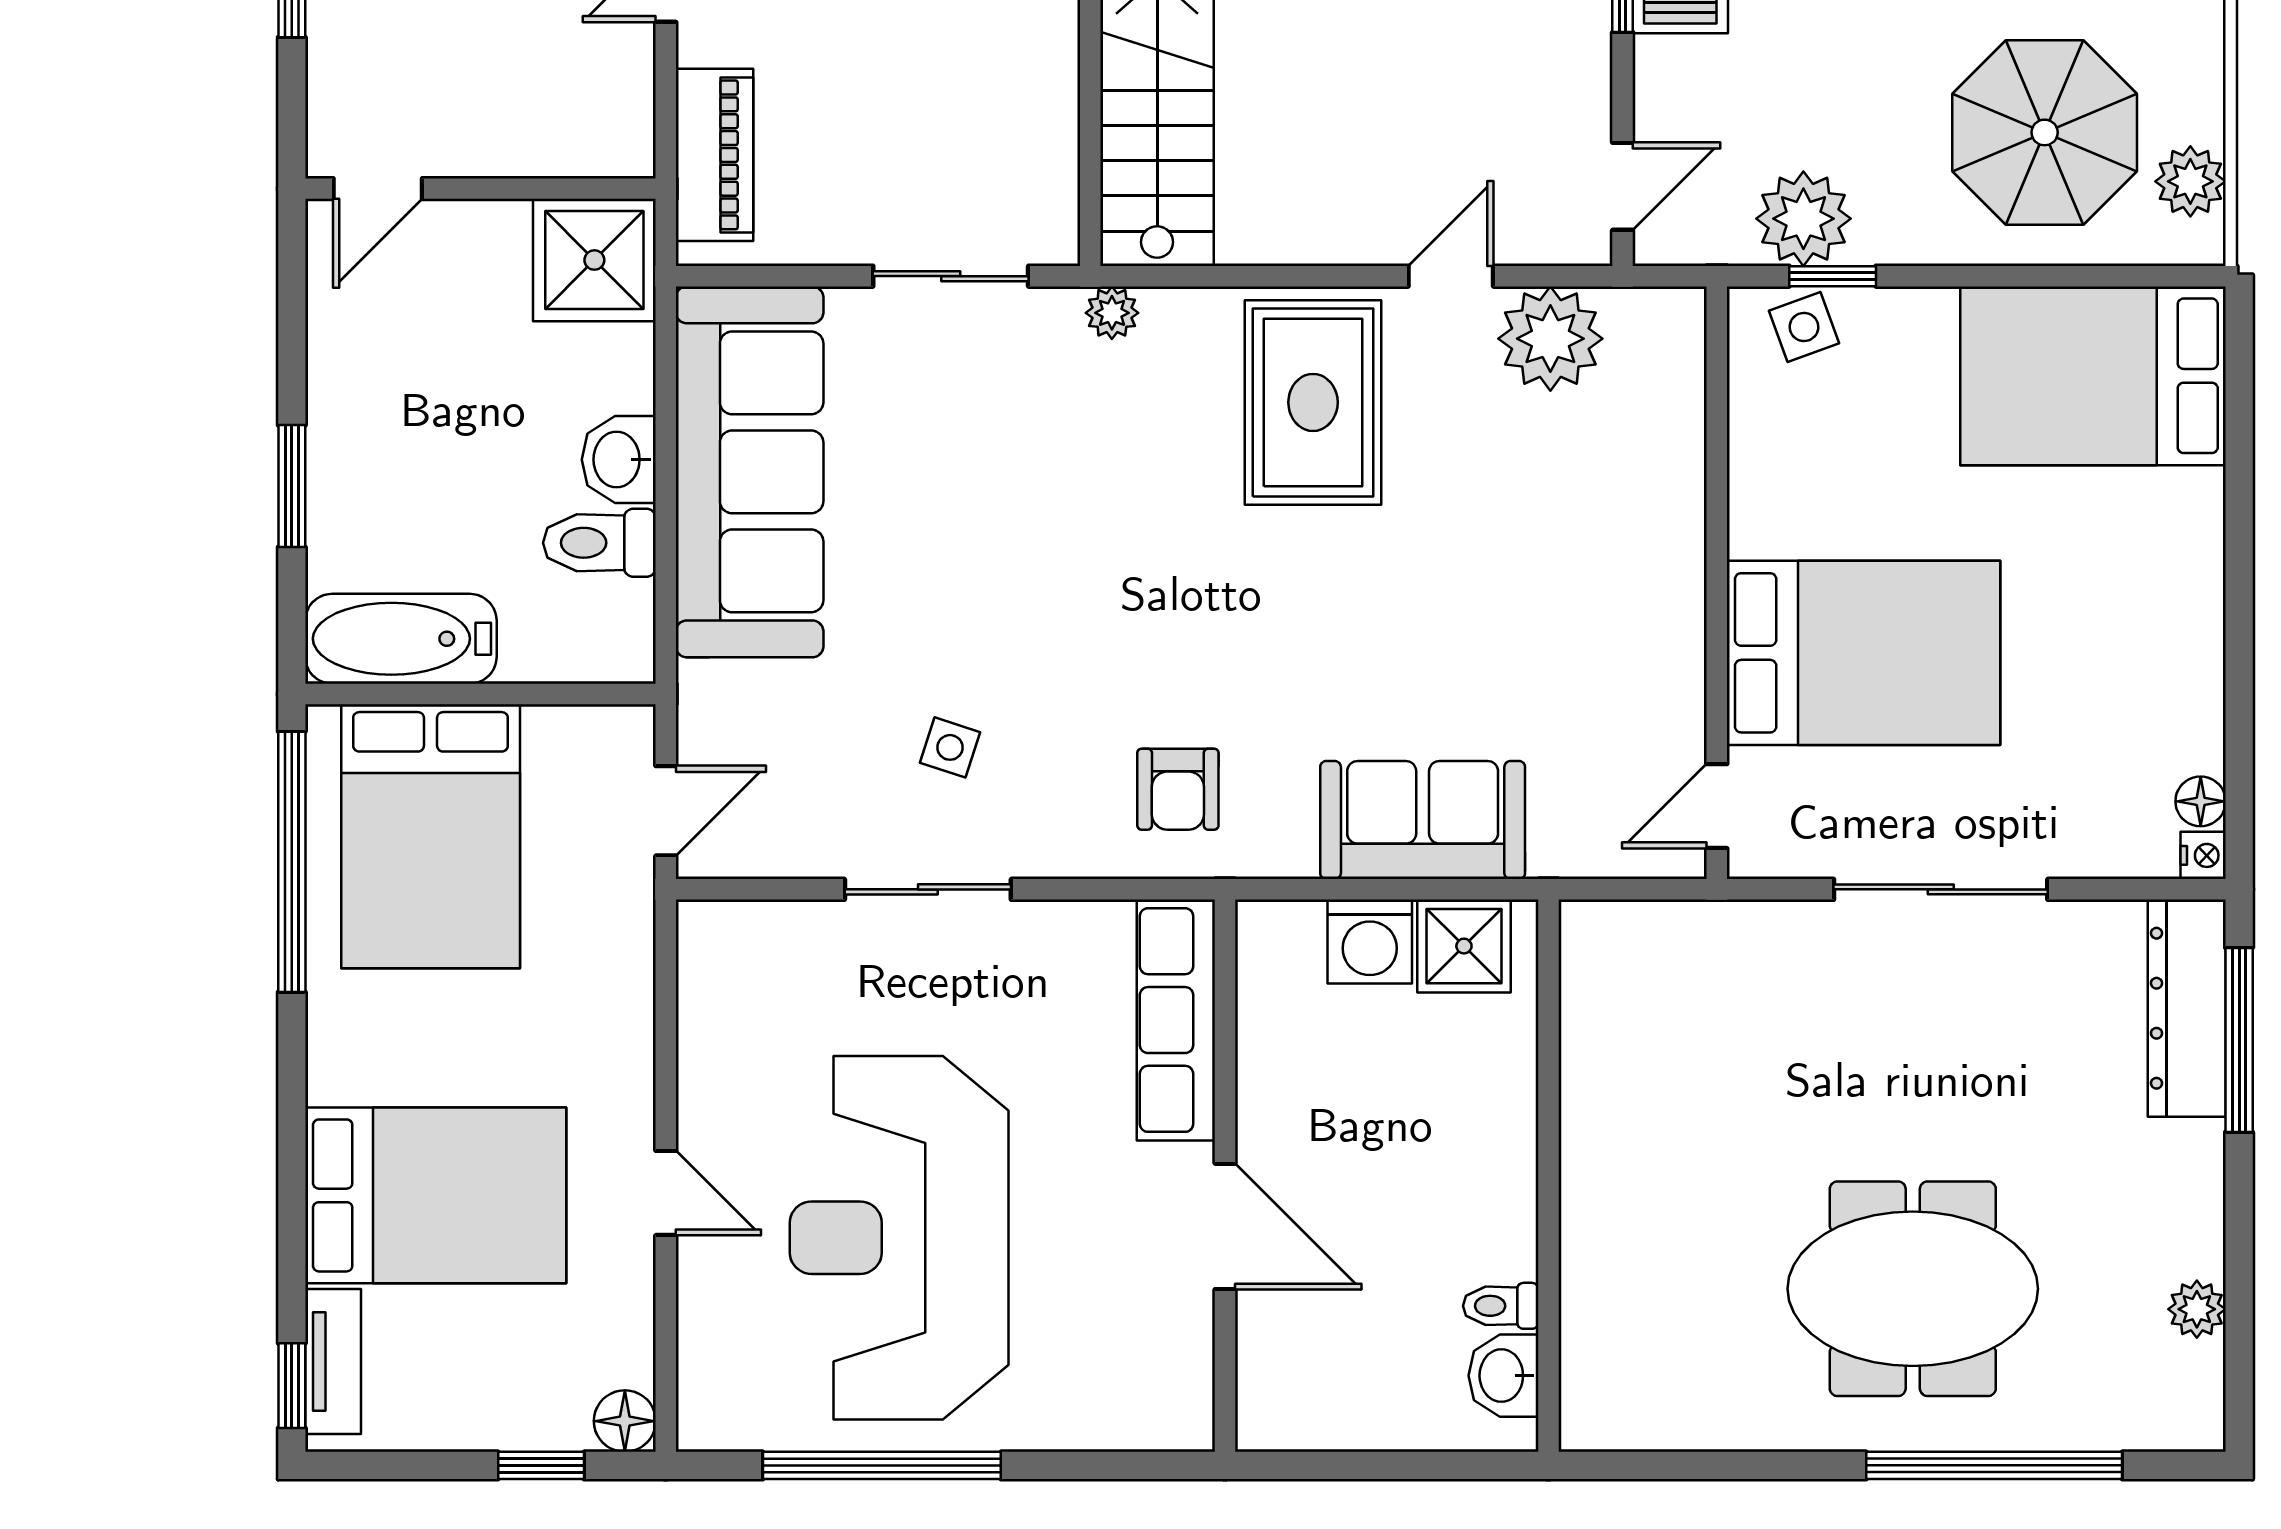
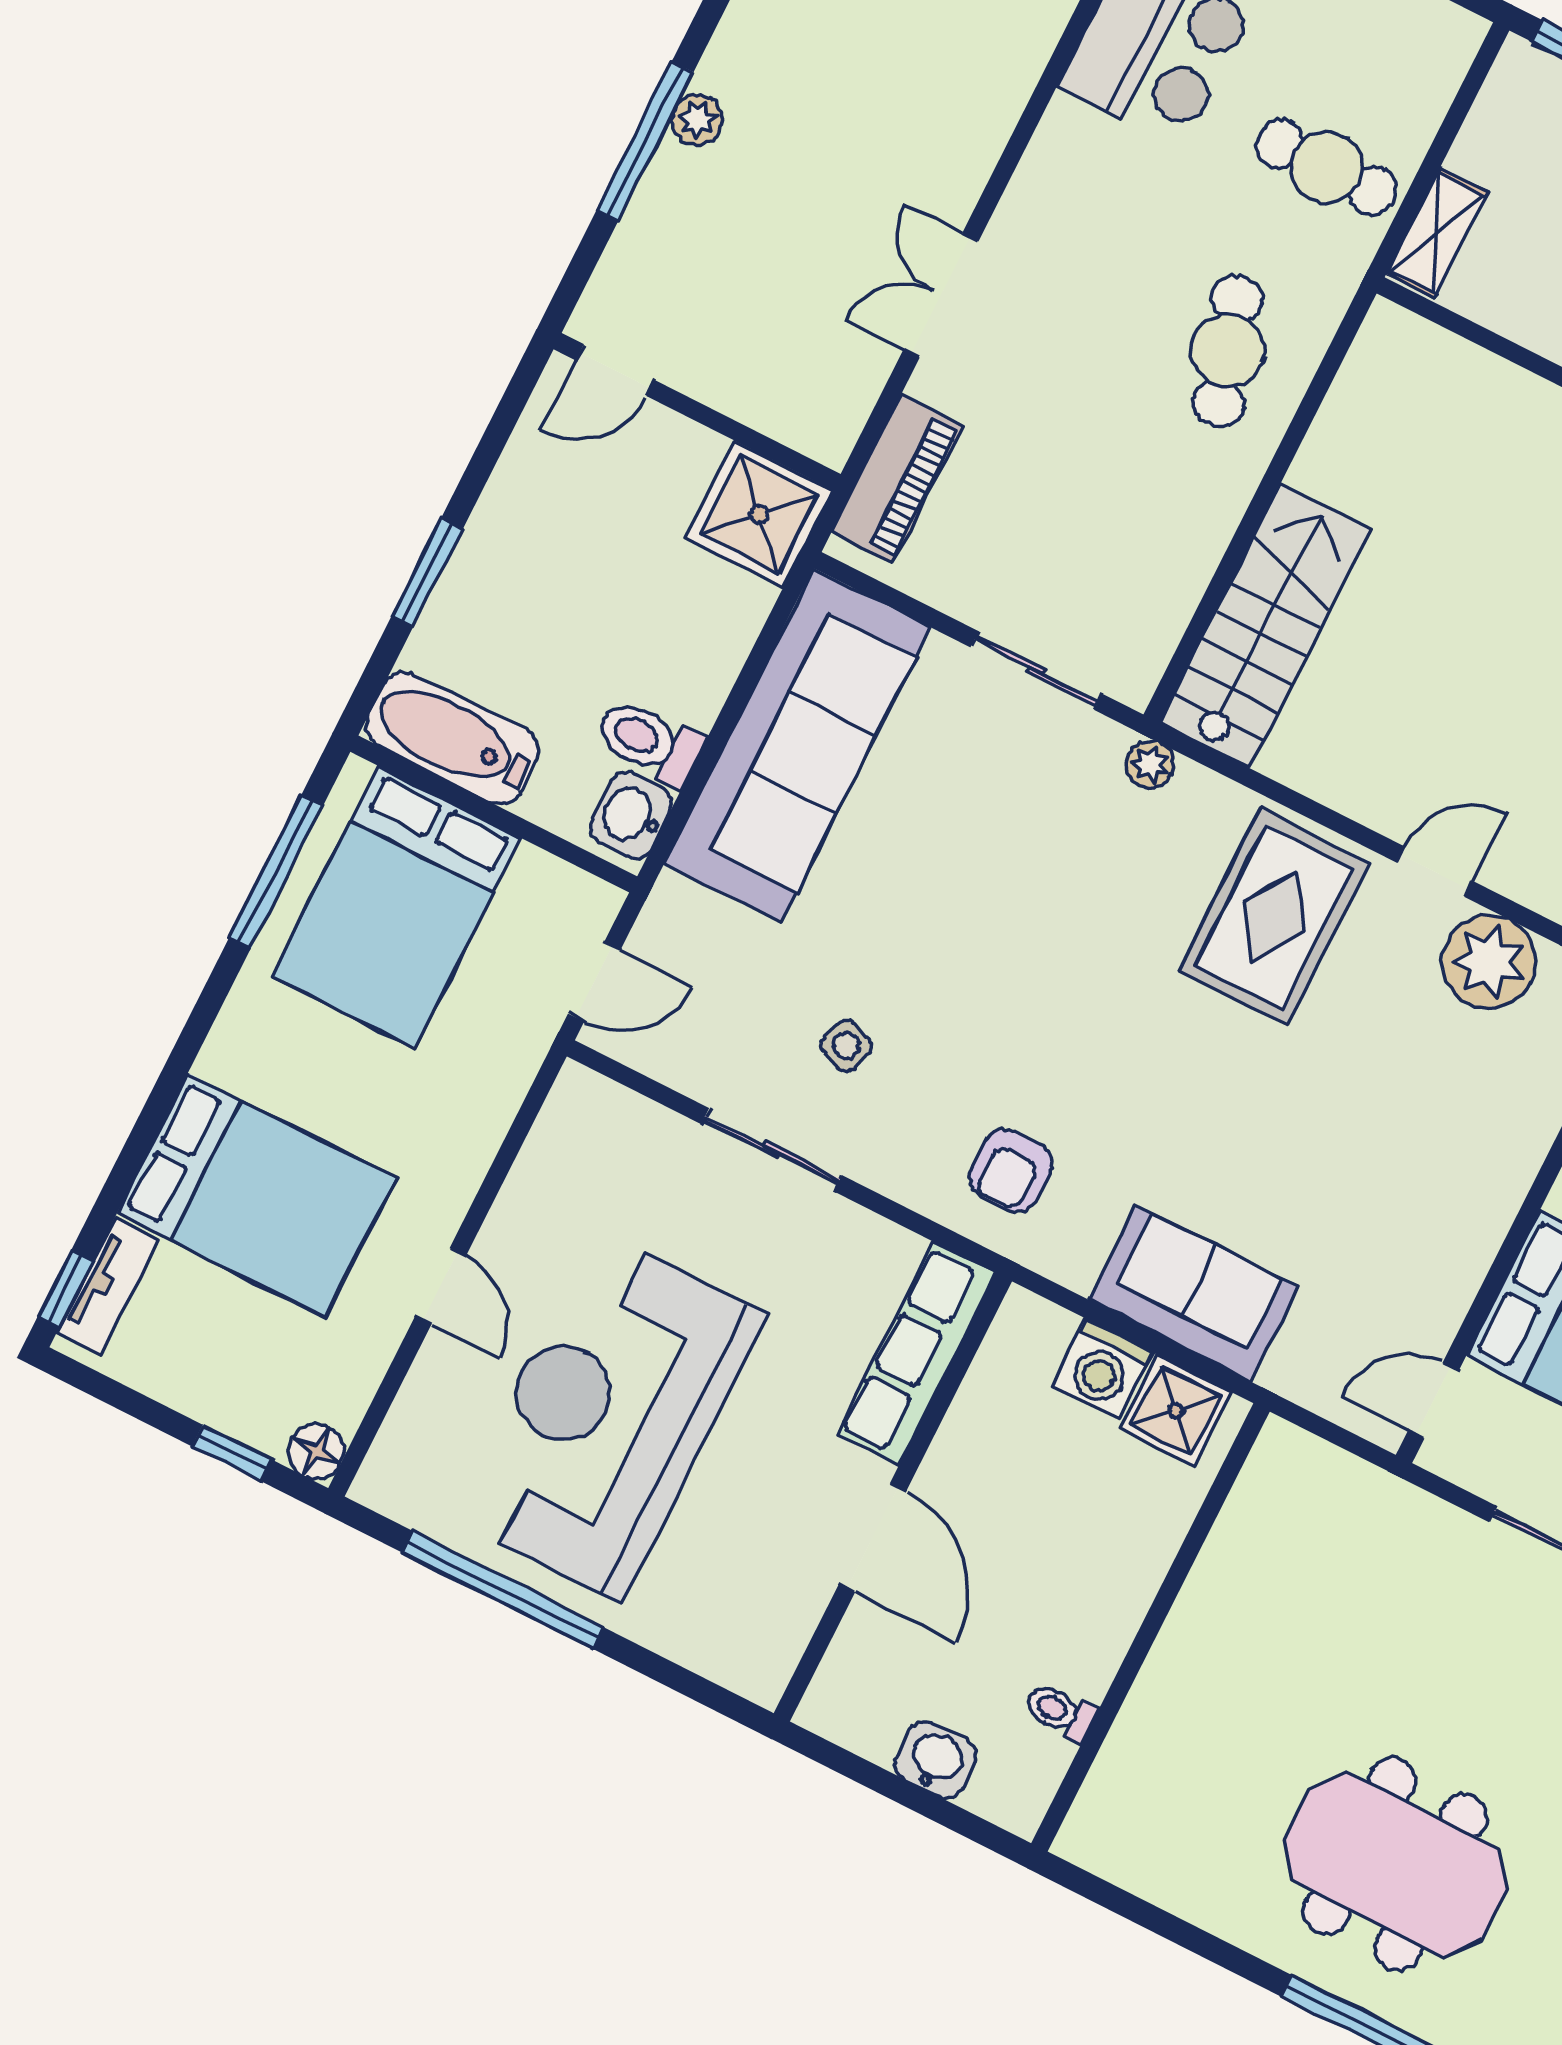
washbasin: (619, 460) -> (631, 816), moved
window: (292, 862) -> (276, 872), width x0.68
washbasin: (1503, 1376) -> (935, 1760), moved, turned 90

